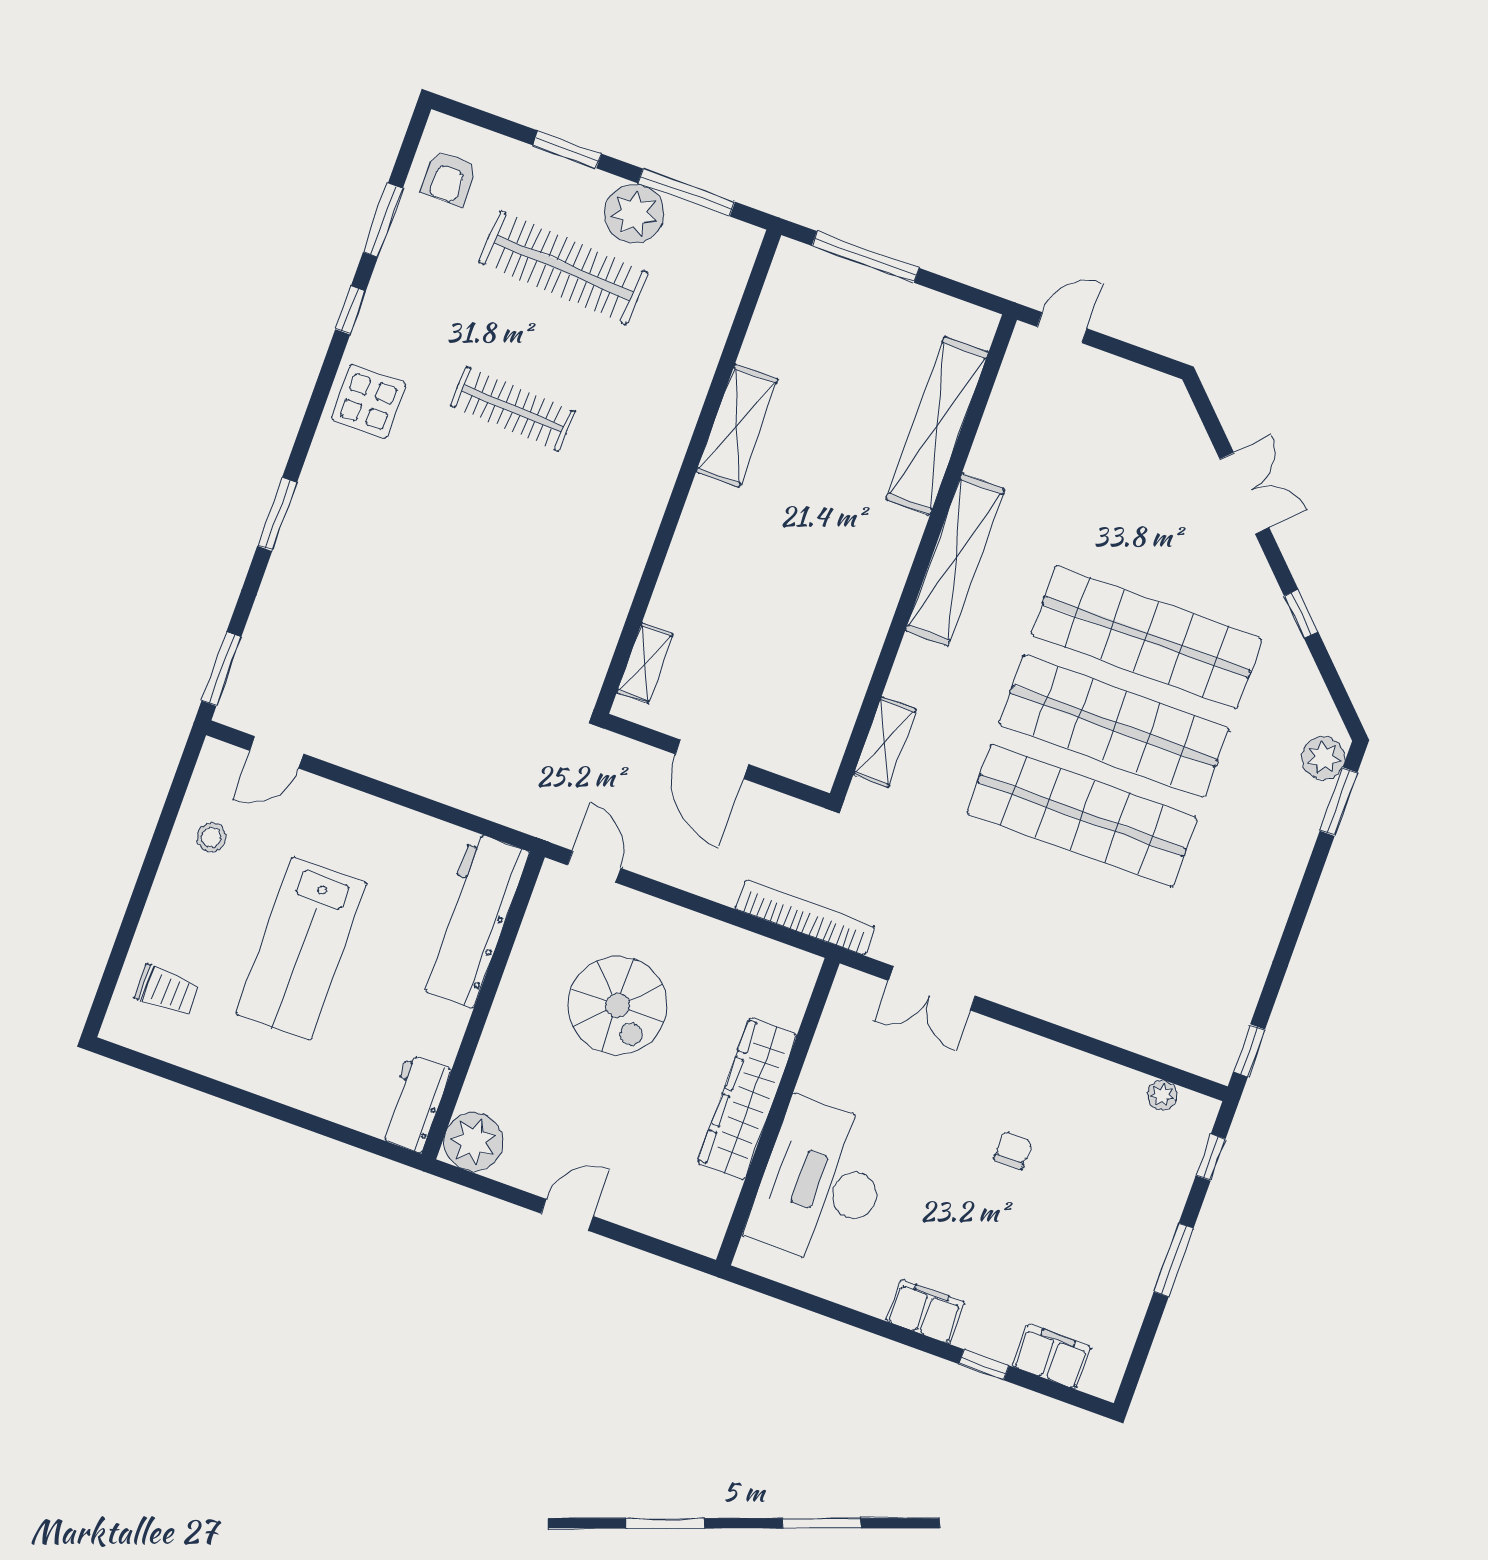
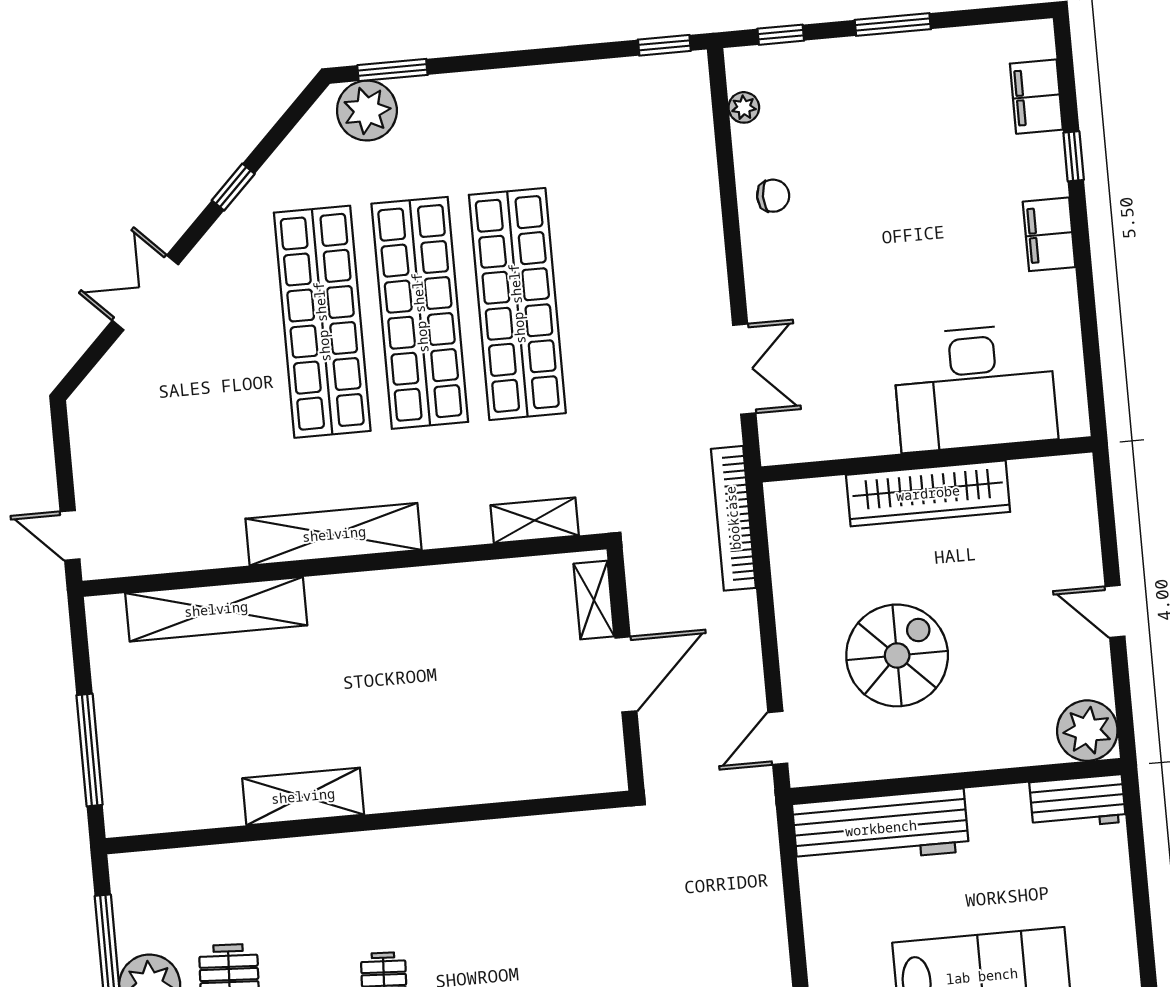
shelving: (645, 663) -> (594, 600), moved, turned 90
plant: (1323, 758) -> (367, 111), width x1.36, depth x1.36
chair: (1013, 1150) -> (773, 196), moved, turned 180

